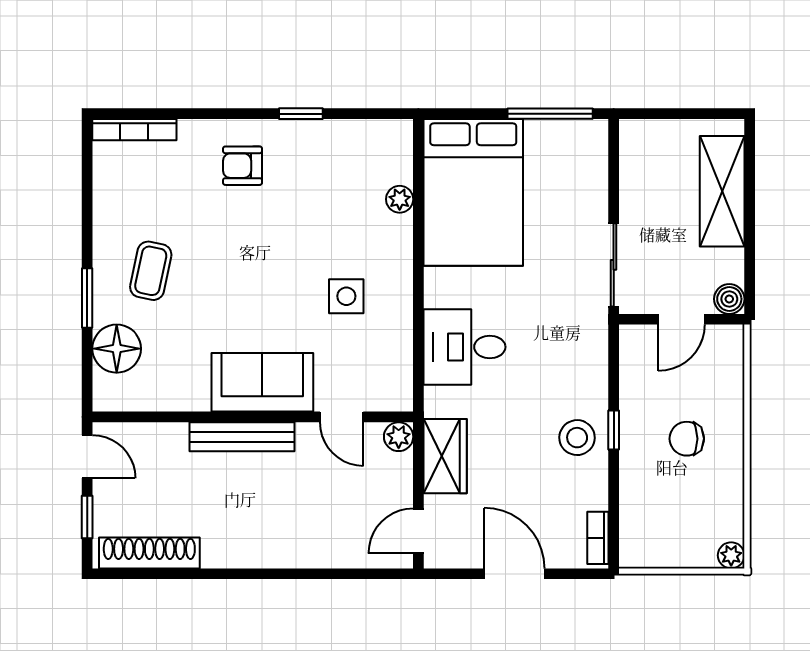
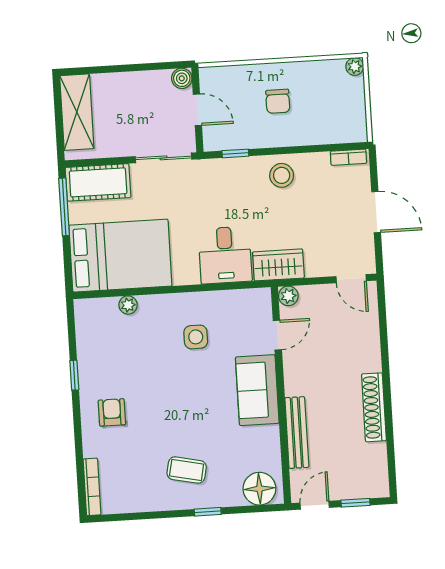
armchair: (243, 166) -> (112, 412), turned 180
cot: (583, 166) -> (98, 182), added
shelving: (722, 191) -> (77, 112), moved, turned 90
window: (87, 298) -> (208, 512), width x0.67
floor lamp: (117, 349) -> (259, 489), moved
window: (614, 430) -> (235, 153), moved
bench: (242, 437) -> (297, 433), moved
wardrobe: (445, 456) -> (278, 265), moved
shoe rack: (149, 553) -> (374, 407), moved
door: (514, 574) -> (376, 212), swing flipped

